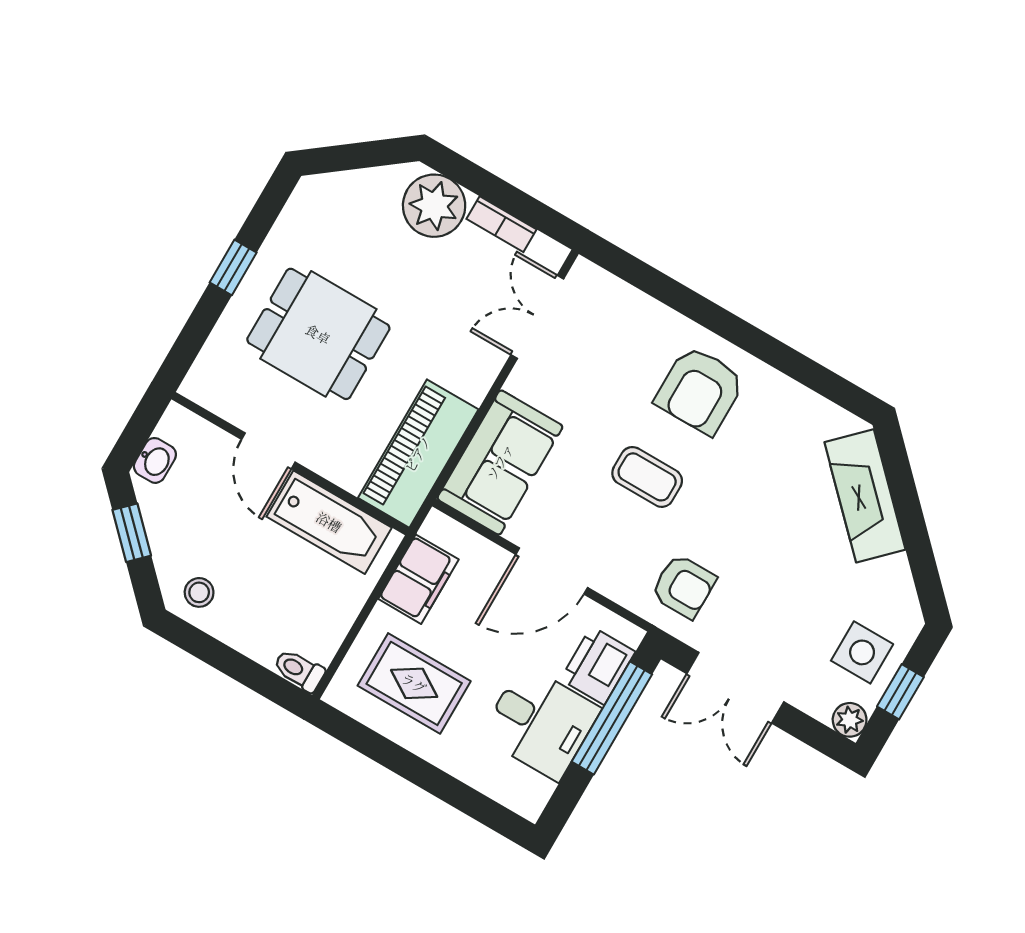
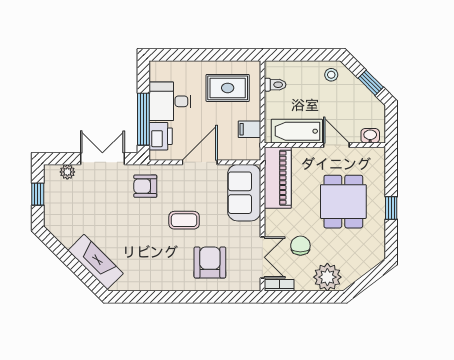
bookcase: (502, 224) -> (279, 285), moved
chair: (451, 297) -> (300, 246), added
dining table: (318, 334) -> (343, 202), turned 90
armchair: (700, 390) -> (210, 263), moved
washbasin: (155, 460) -> (370, 136), moved, turned 90
filing cabinet: (418, 579) -> (249, 129), width x0.50
side table: (862, 652) -> (61, 201), removed
toilet: (299, 670) -> (275, 85), moved
plant: (850, 720) -> (67, 172), moved

